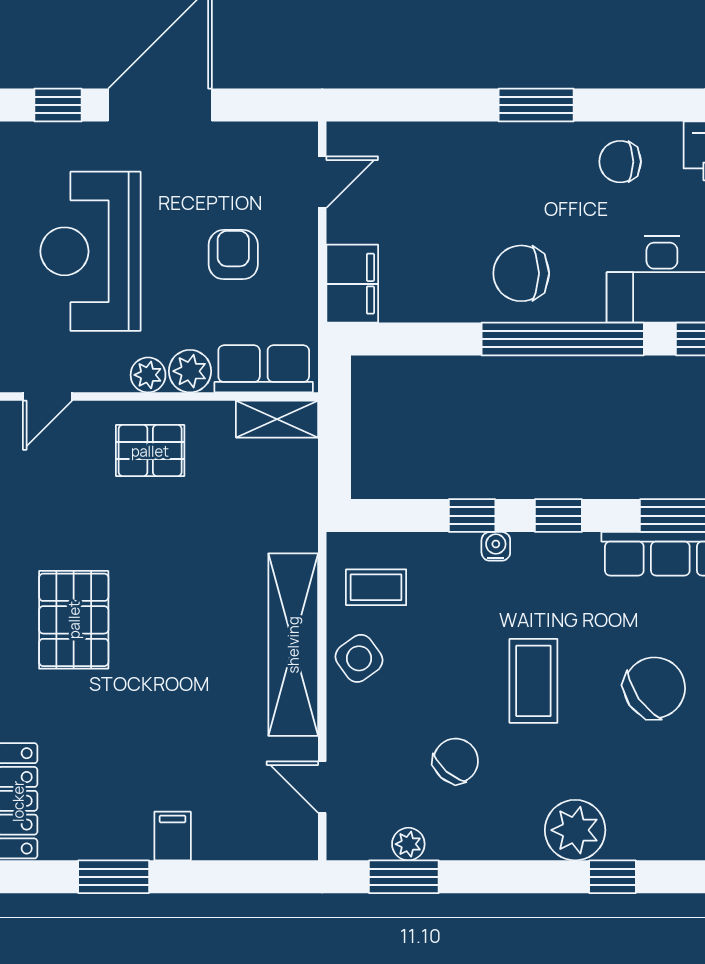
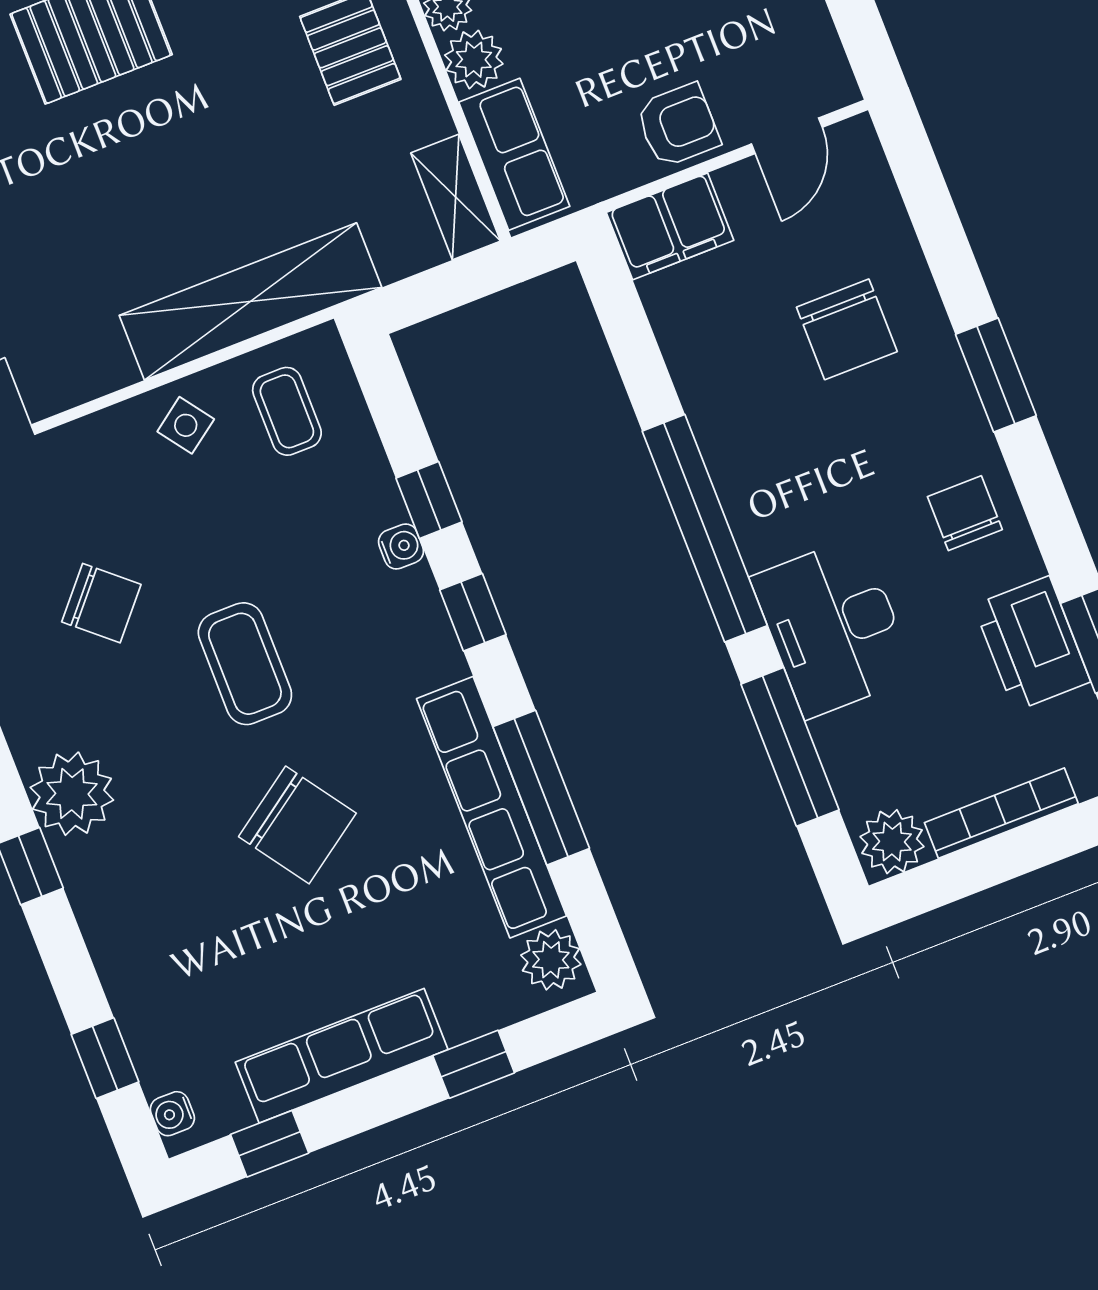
door: (322, 182) -> (787, 136), hinge flipped
armchair: (233, 255) -> (678, 125), moved
chair: (521, 273) -> (847, 329), moved, turned 180
shelving: (293, 645) -> (250, 301), moved
side table: (359, 658) -> (186, 425), width x0.73, depth x0.73
coffee table: (533, 681) -> (245, 664), turned 90

